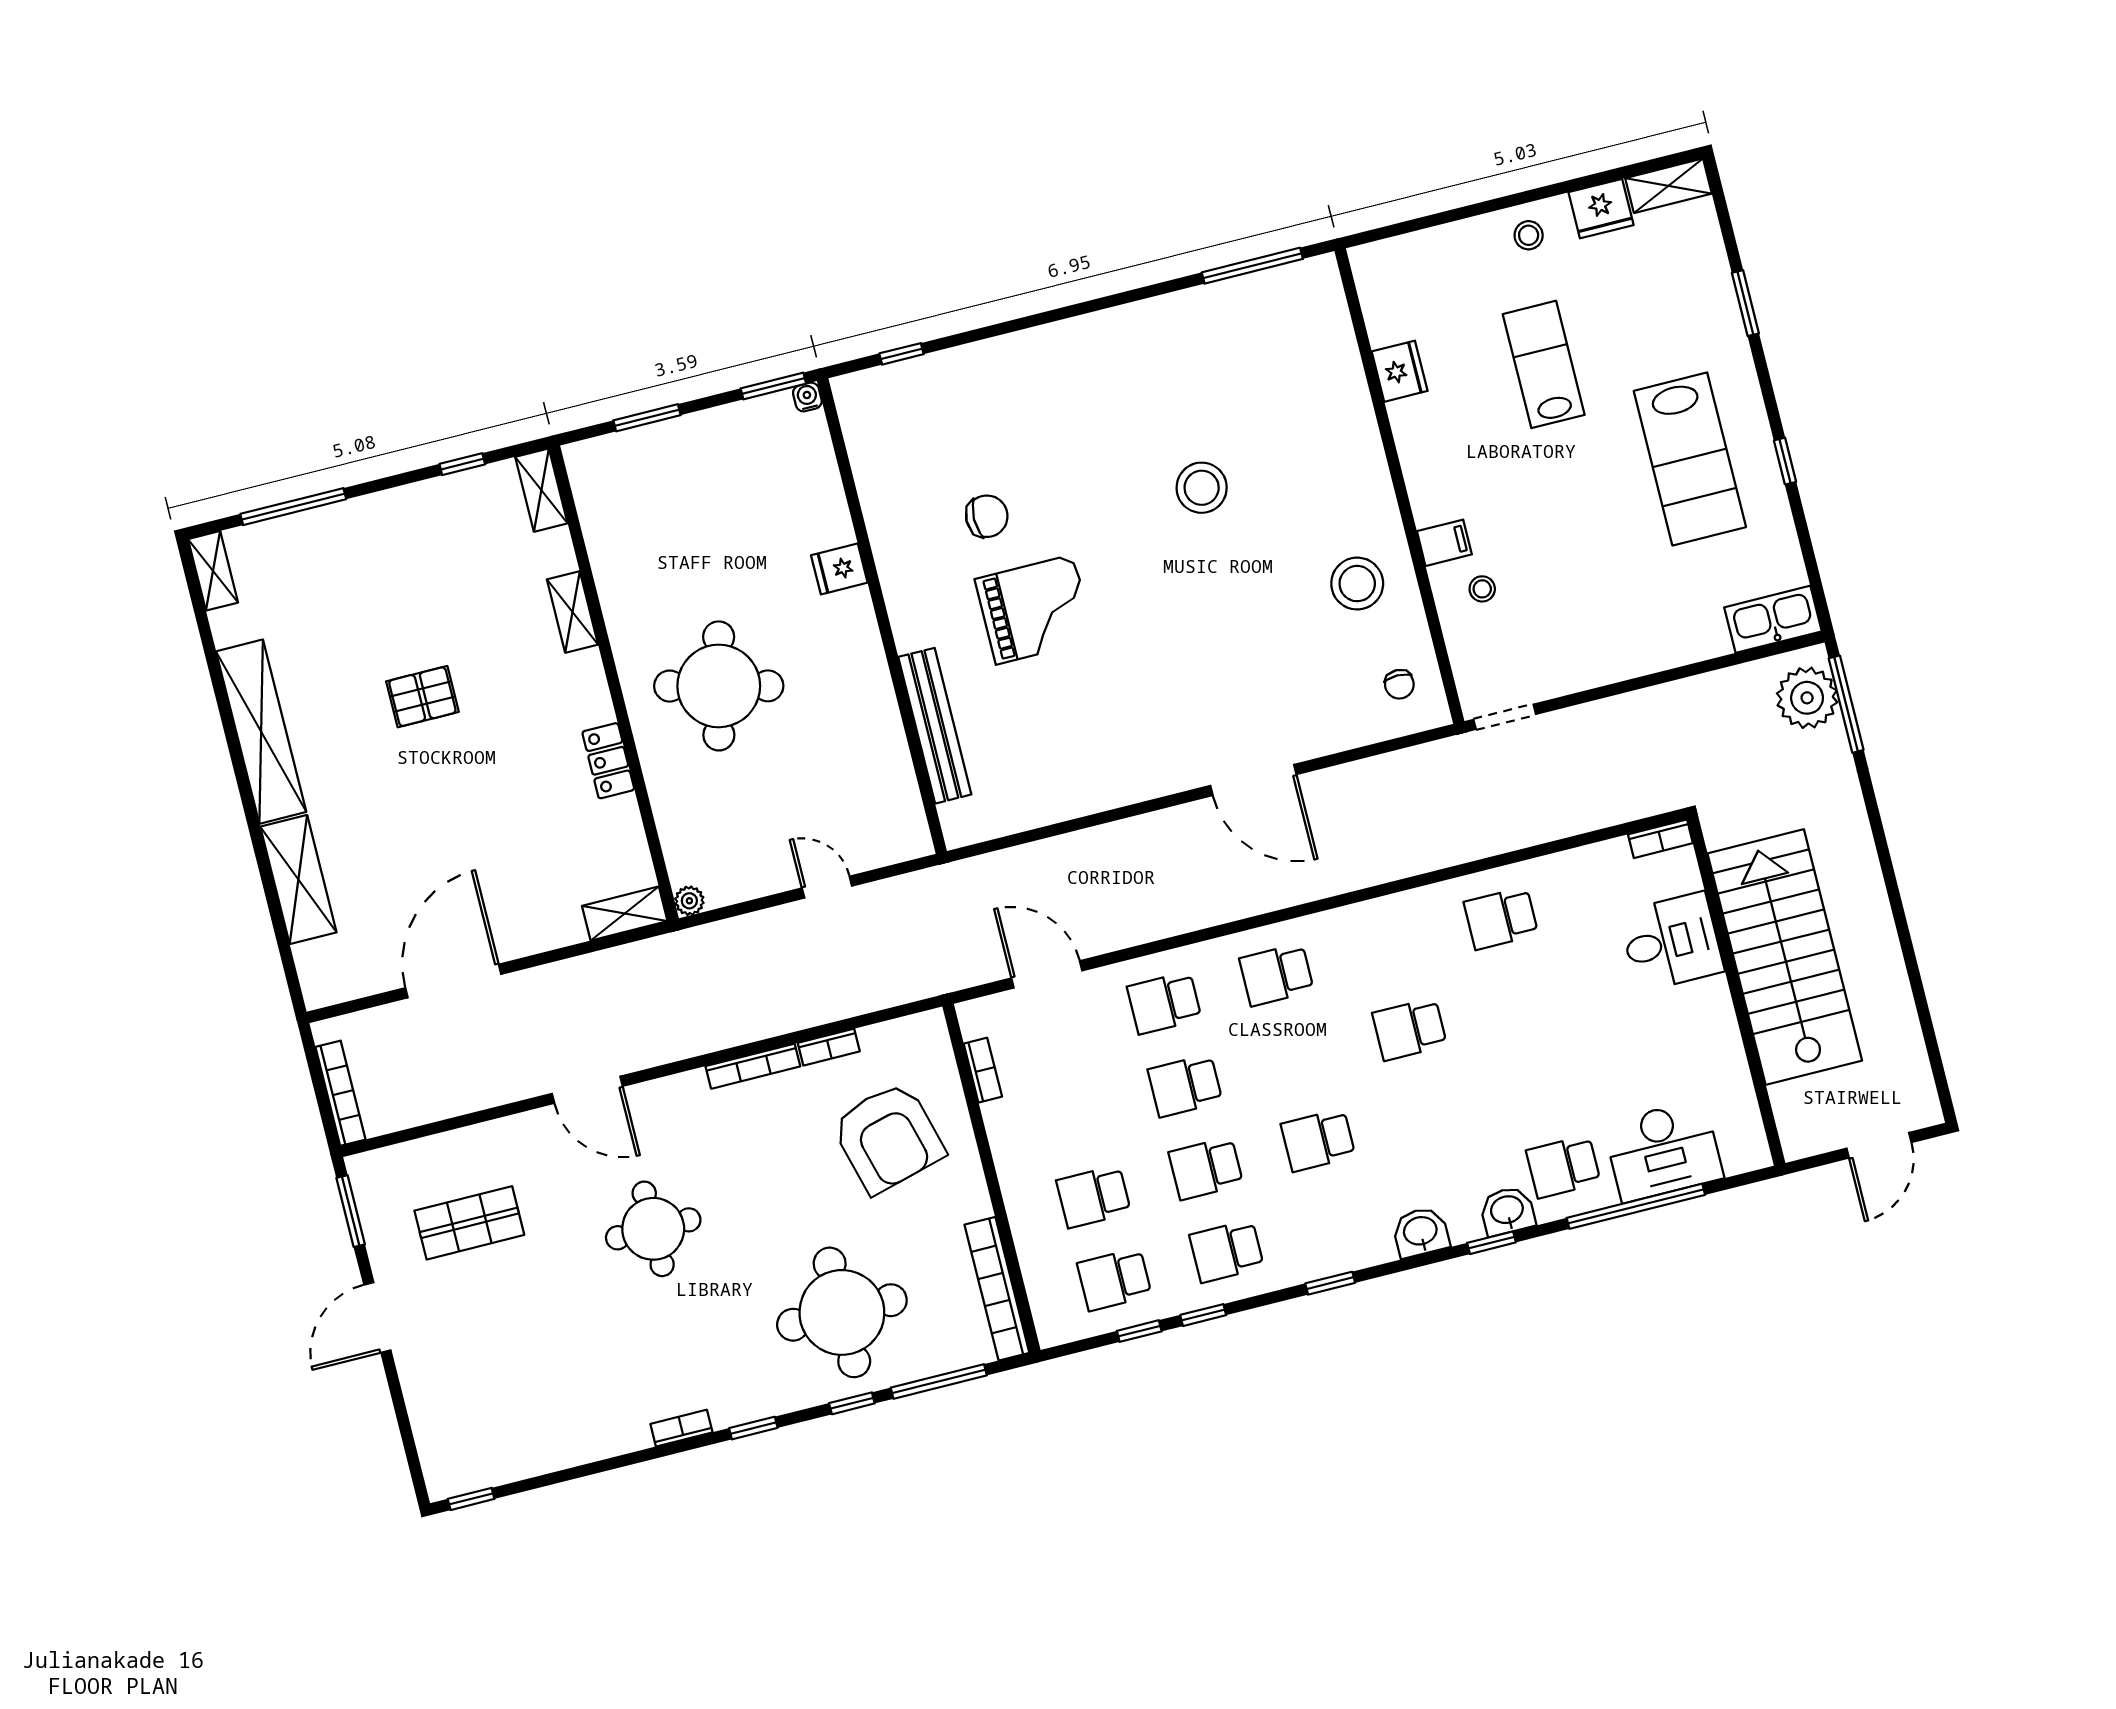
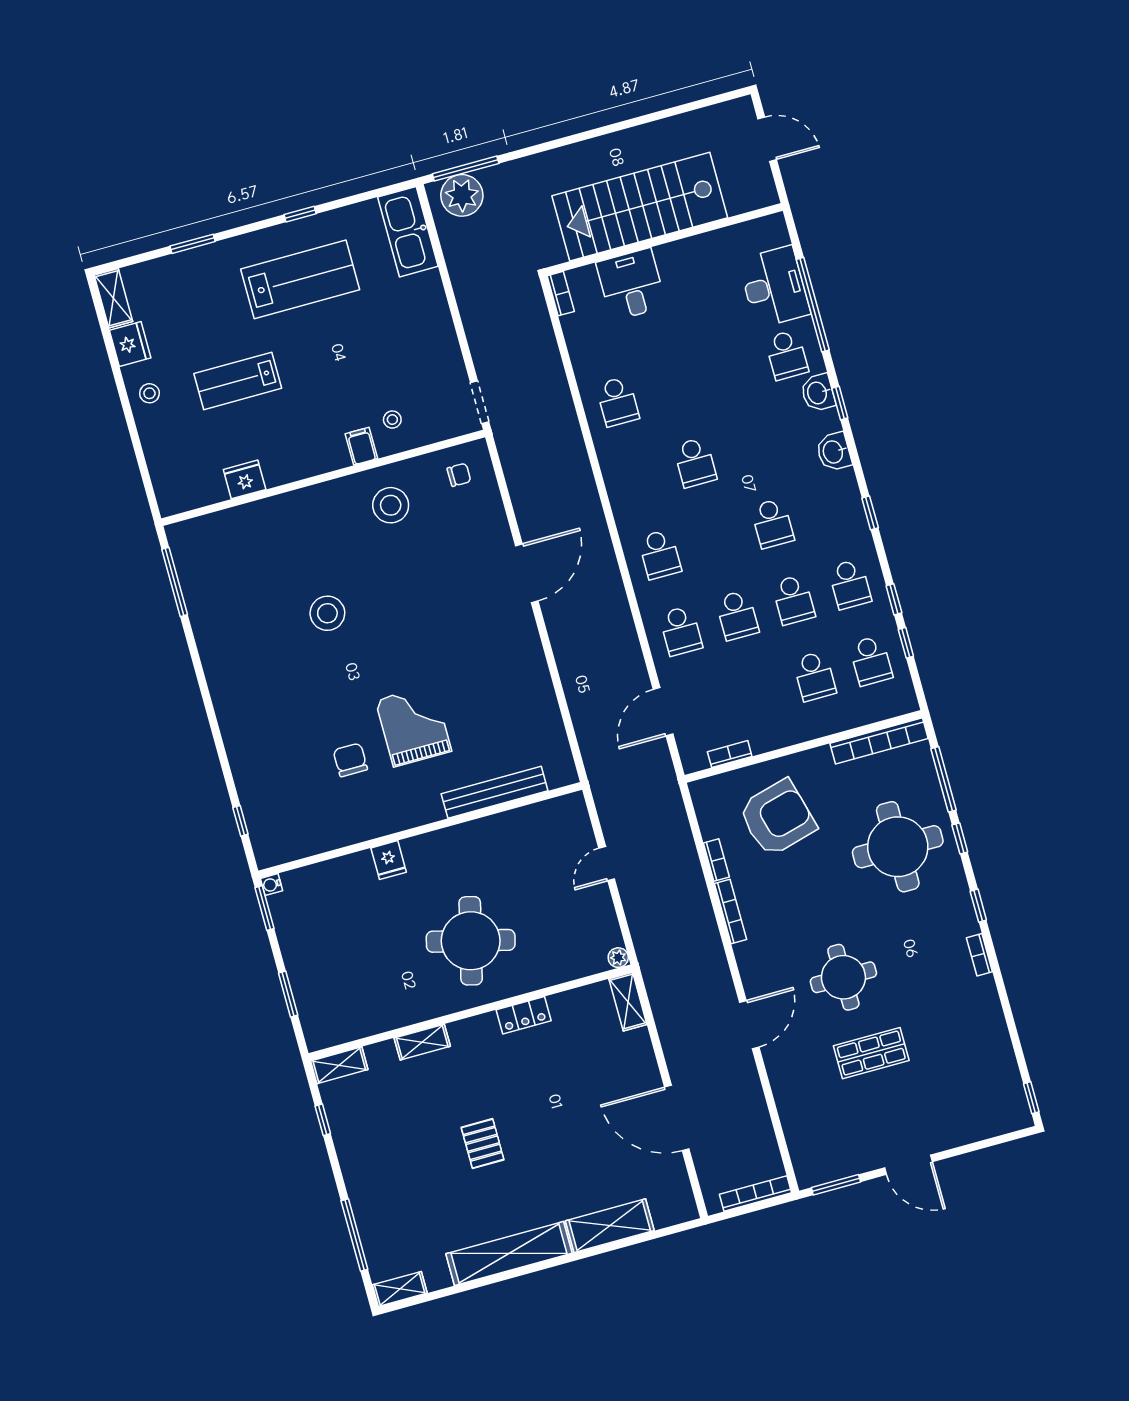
kitchen sink: (1773, 619) -> (408, 232), width x1.36, depth x1.24
shop shelf: (469, 1223) -> (871, 1053), moved, turned 90

